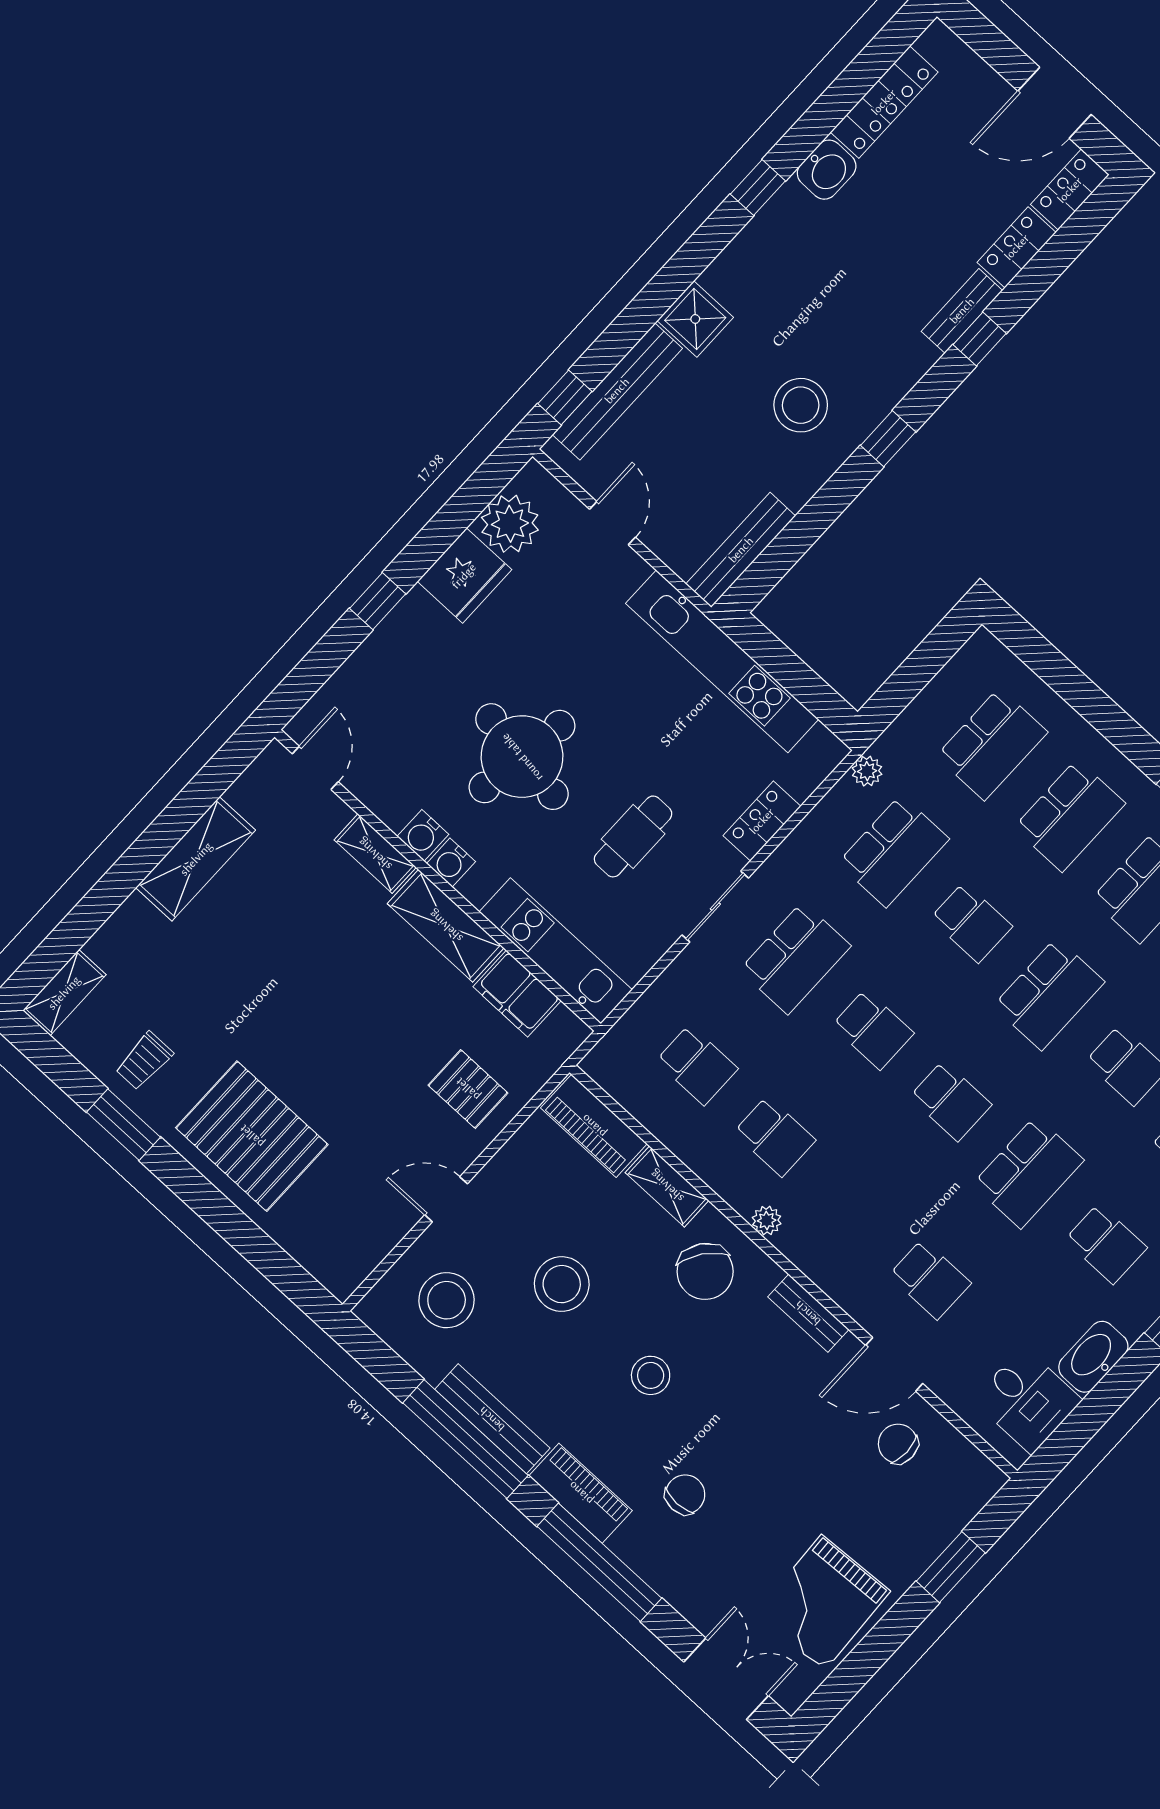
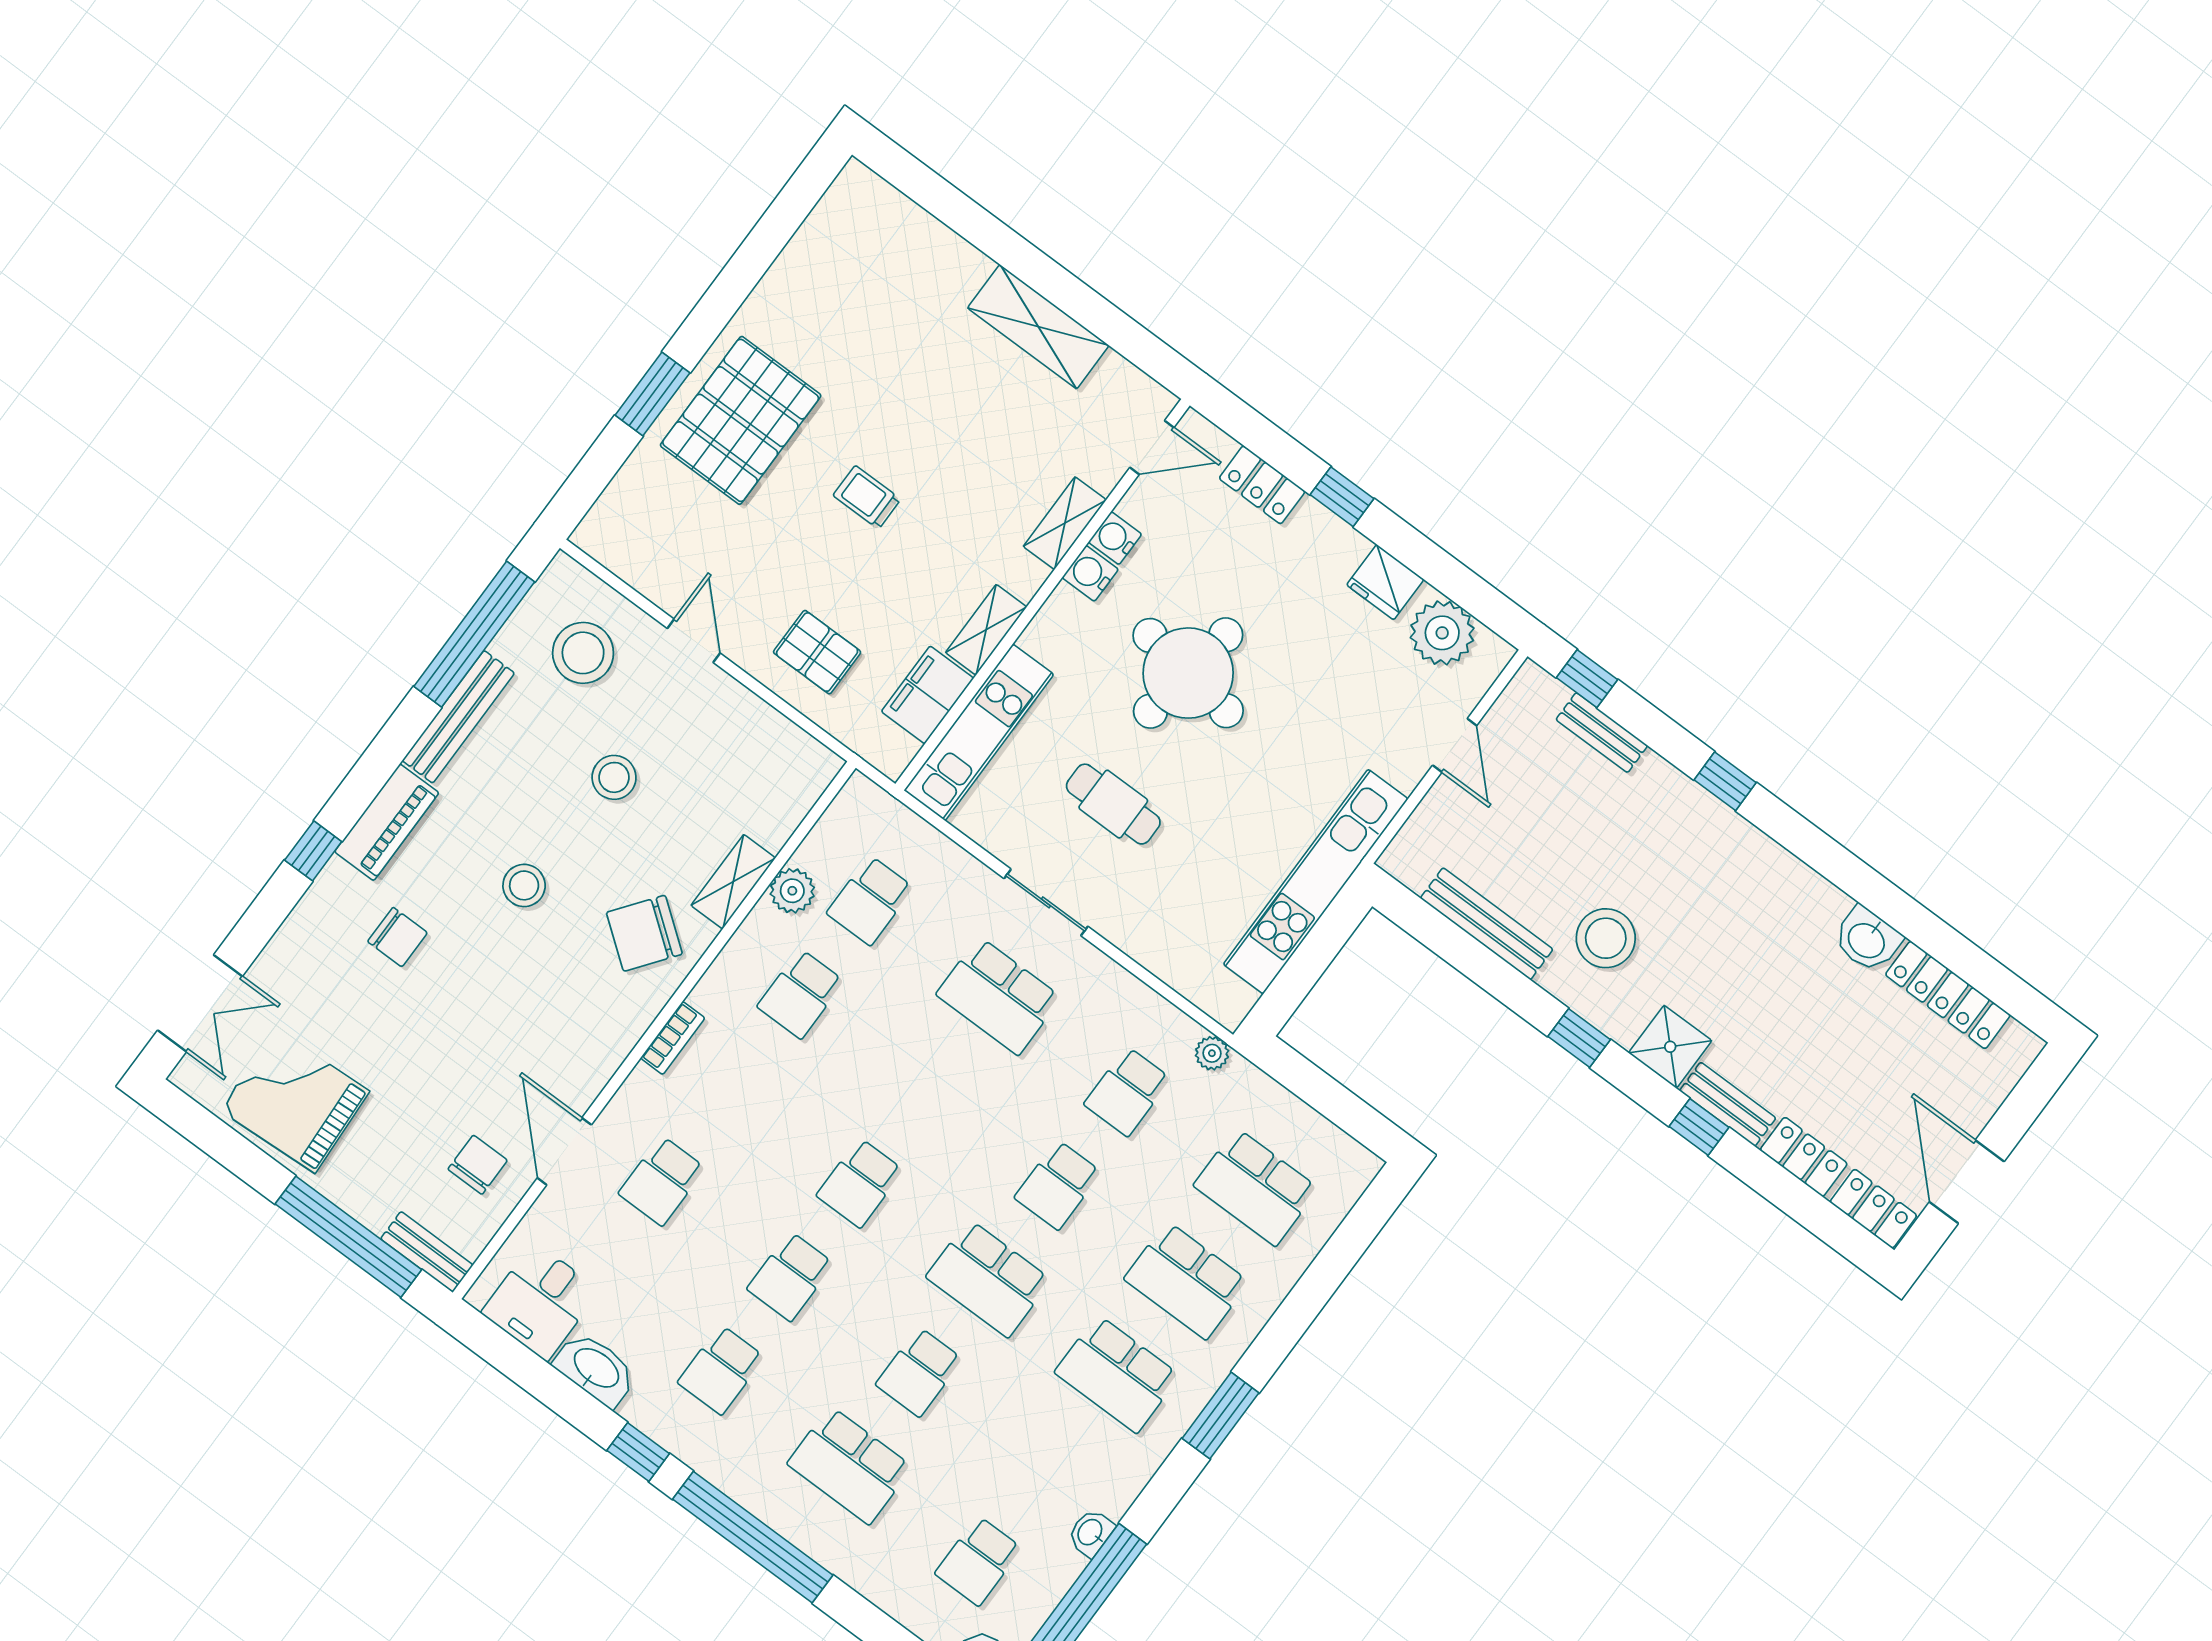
window: (758, 188) -> (1725, 781), moved
shower: (695, 319) -> (1670, 1047), moved
bench: (617, 391) -> (1602, 733), width x0.54, depth x0.82
door: (612, 523) -> (1455, 745), hinge flipped
bench: (741, 550) -> (1487, 924), moved
fridge: (464, 576) -> (1385, 582), width x0.73, depth x0.75
locker: (762, 821) -> (1262, 485), moved, turned 180
school desk: (893, 851) -> (1127, 1091), width x0.54
water cooler: (451, 863) -> (1115, 538), moved
shelving: (446, 926) -> (986, 630), width x0.67, depth x0.75
shelving: (64, 993) -> (876, 198), removed
school desk: (873, 1029) -> (929, 1089), removed
trolley: (144, 1061) -> (867, 497), moved
pallet: (468, 1089) -> (817, 652), turned 90
window: (123, 1125) -> (652, 394), moved
piano: (594, 1126) -> (791, 794), removed
school desk: (1028, 1172) -> (790, 1276), width x0.54
plant: (767, 1221) -> (792, 891), moved, width x1.38, depth x1.38
bookcase: (802, 1256) -> (673, 1038), added
stool: (562, 1284) -> (614, 777), width x0.73, depth x0.73
bench: (808, 1313) -> (427, 1252), moved, turned 90
window: (465, 1439) -> (474, 634), moved
window: (599, 1562) -> (313, 851), width x0.32
window: (951, 1567) -> (348, 1237), width x2.11

